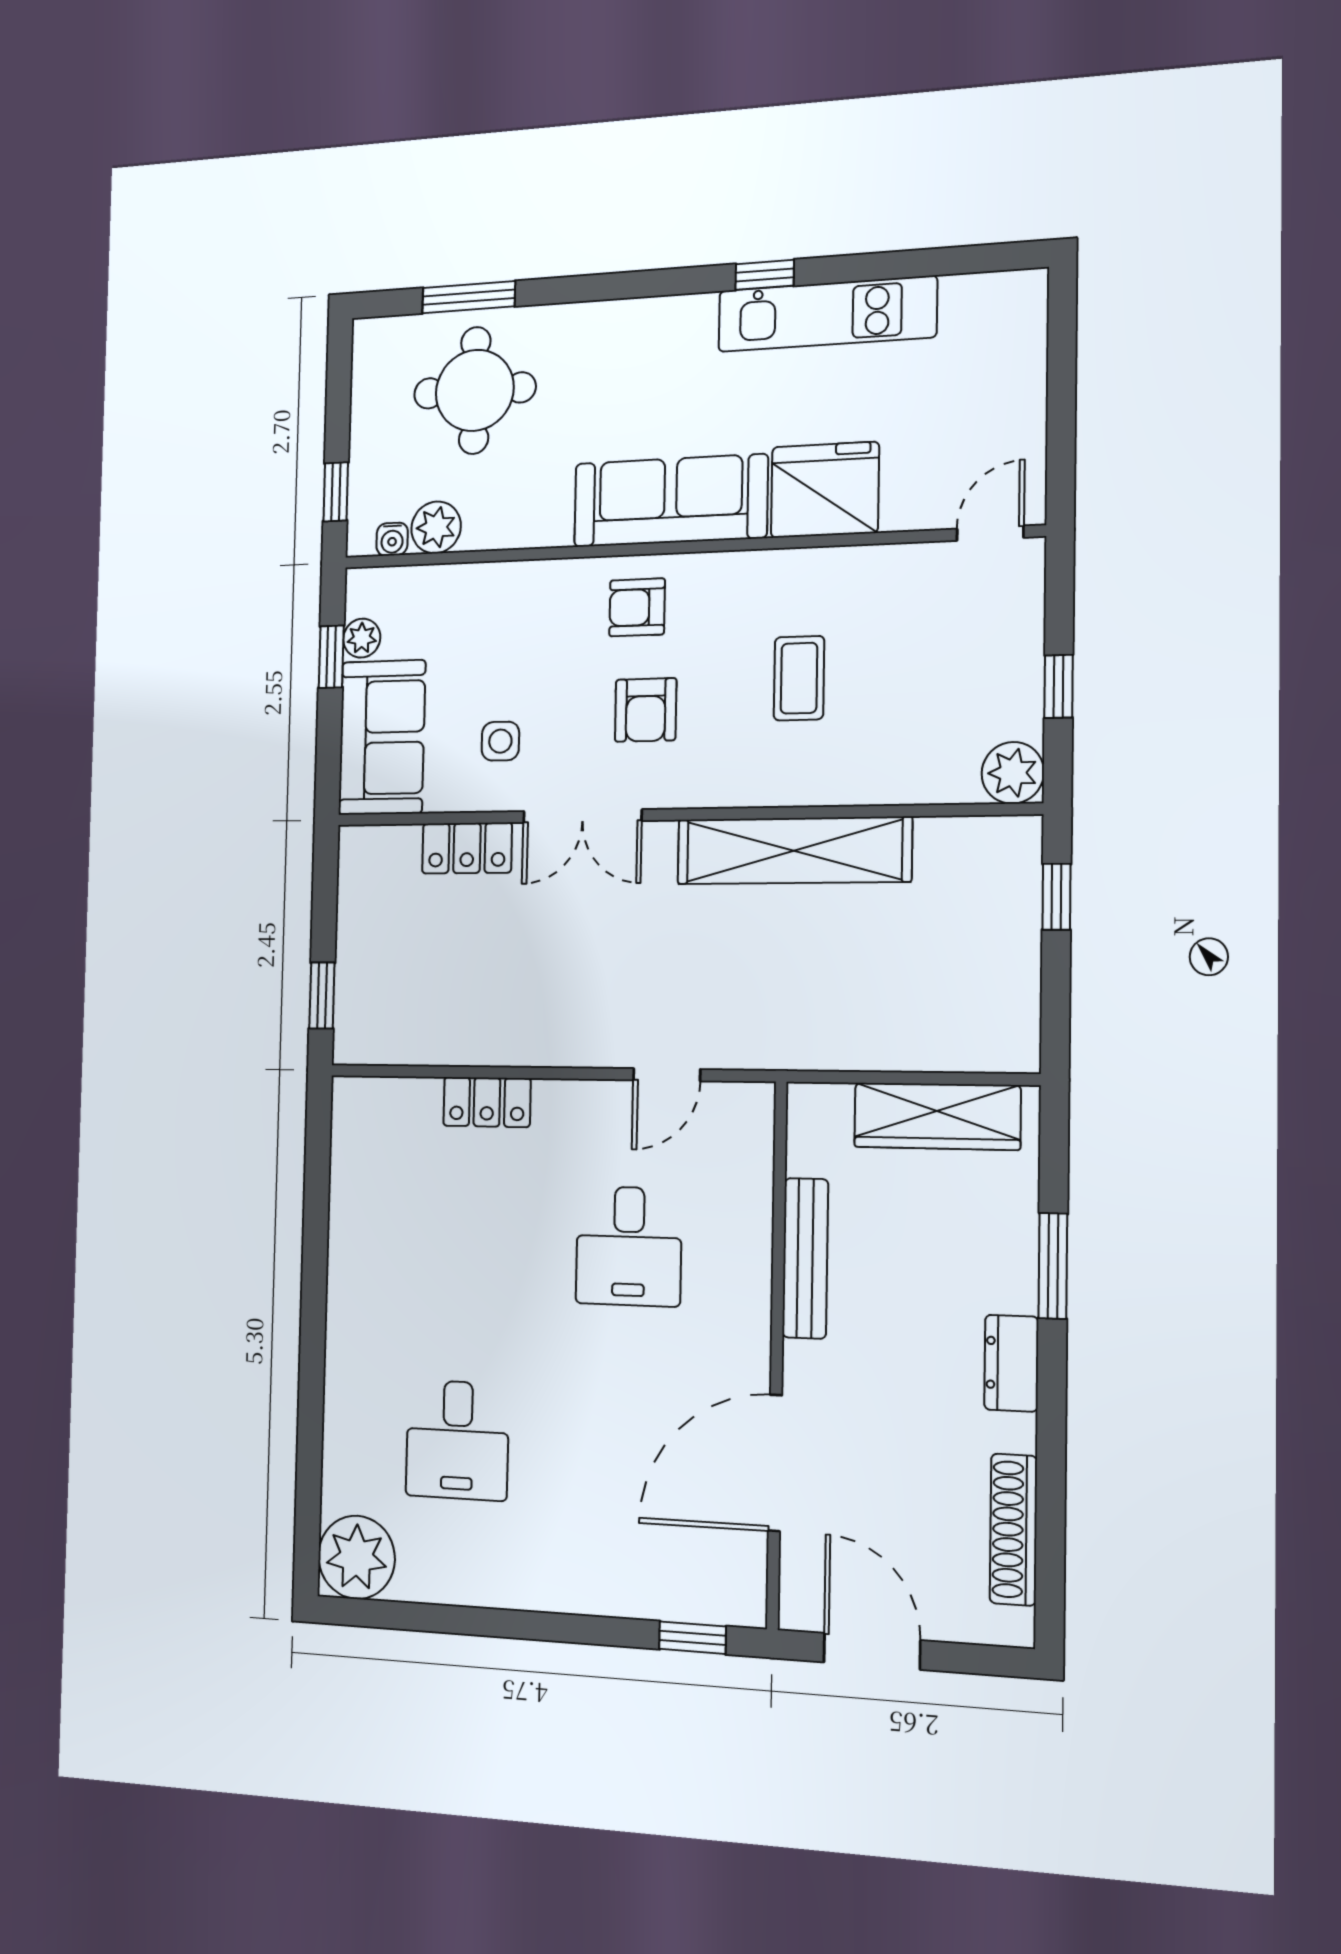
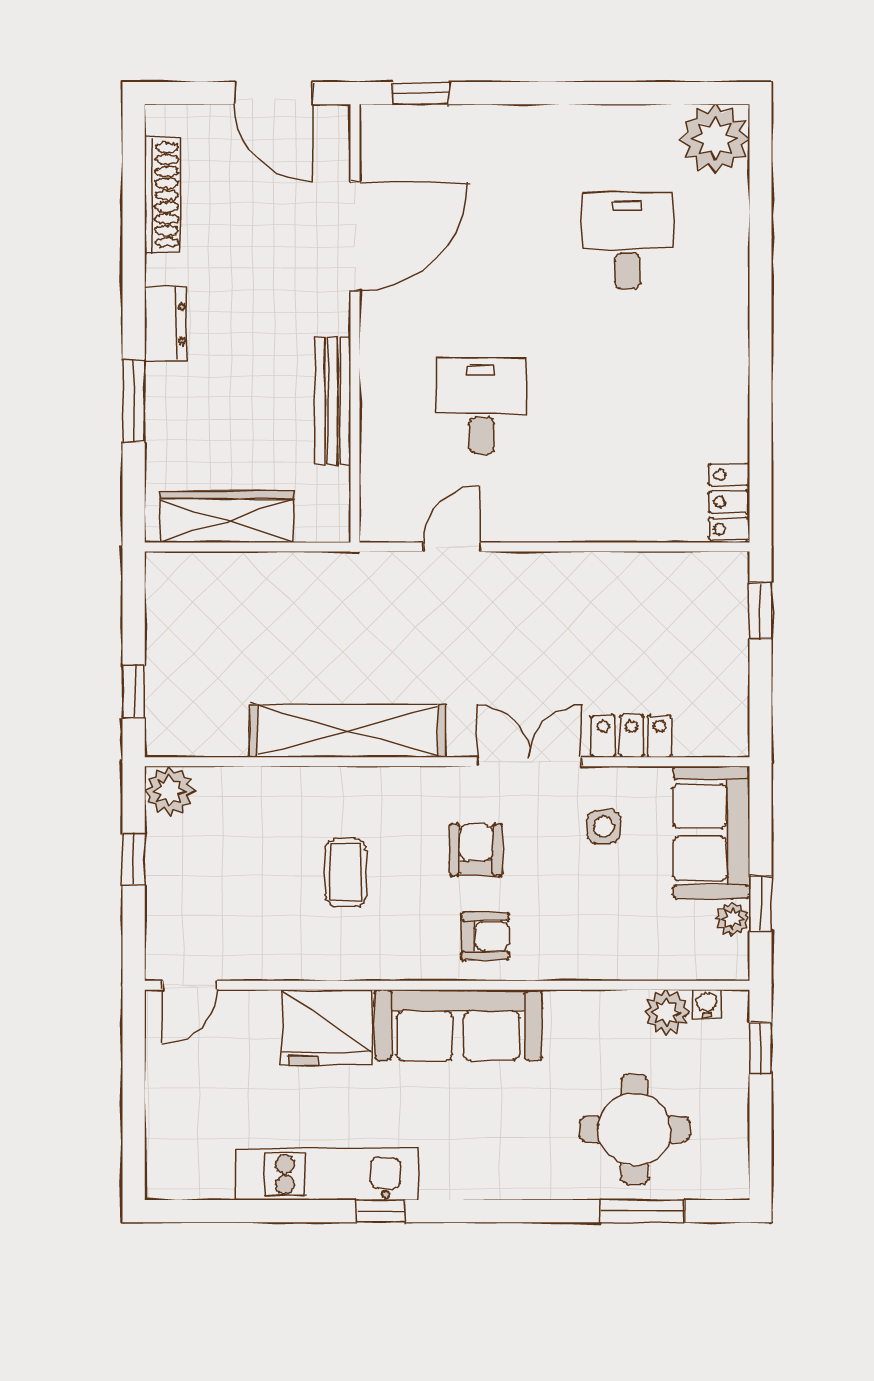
locker: (487, 1102) -> (729, 502), moved, turned -90

